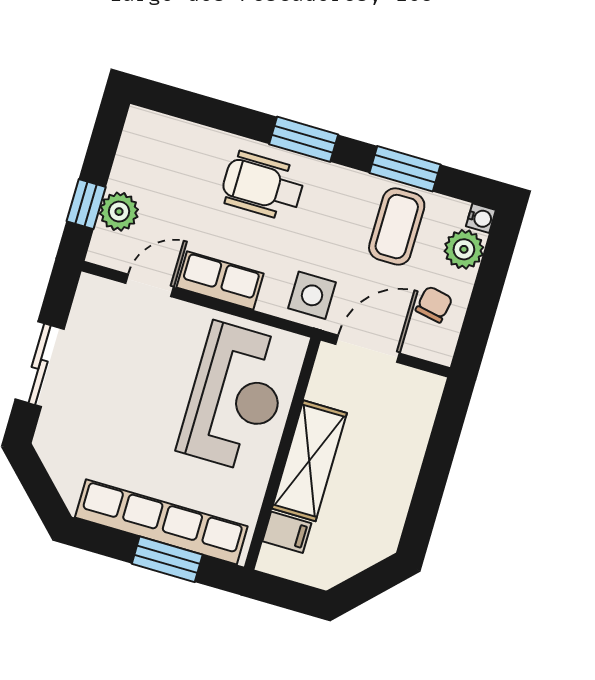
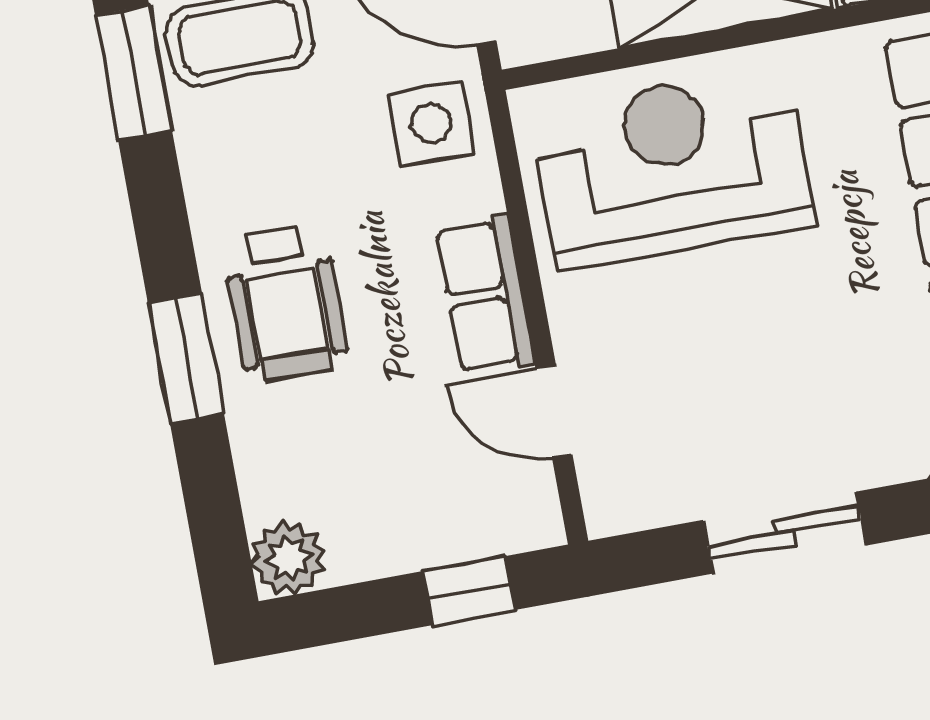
window: (304, 139) -> (186, 358), moved
plant: (119, 212) -> (288, 558), moved

